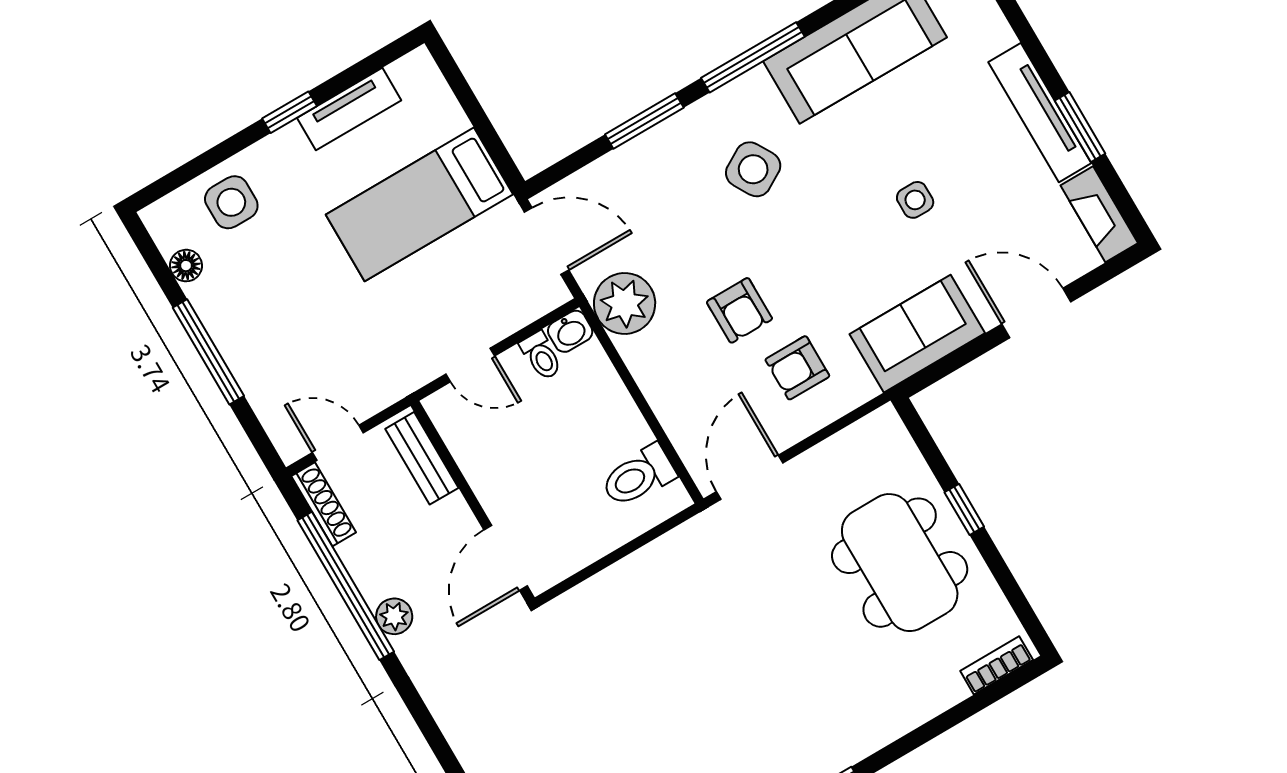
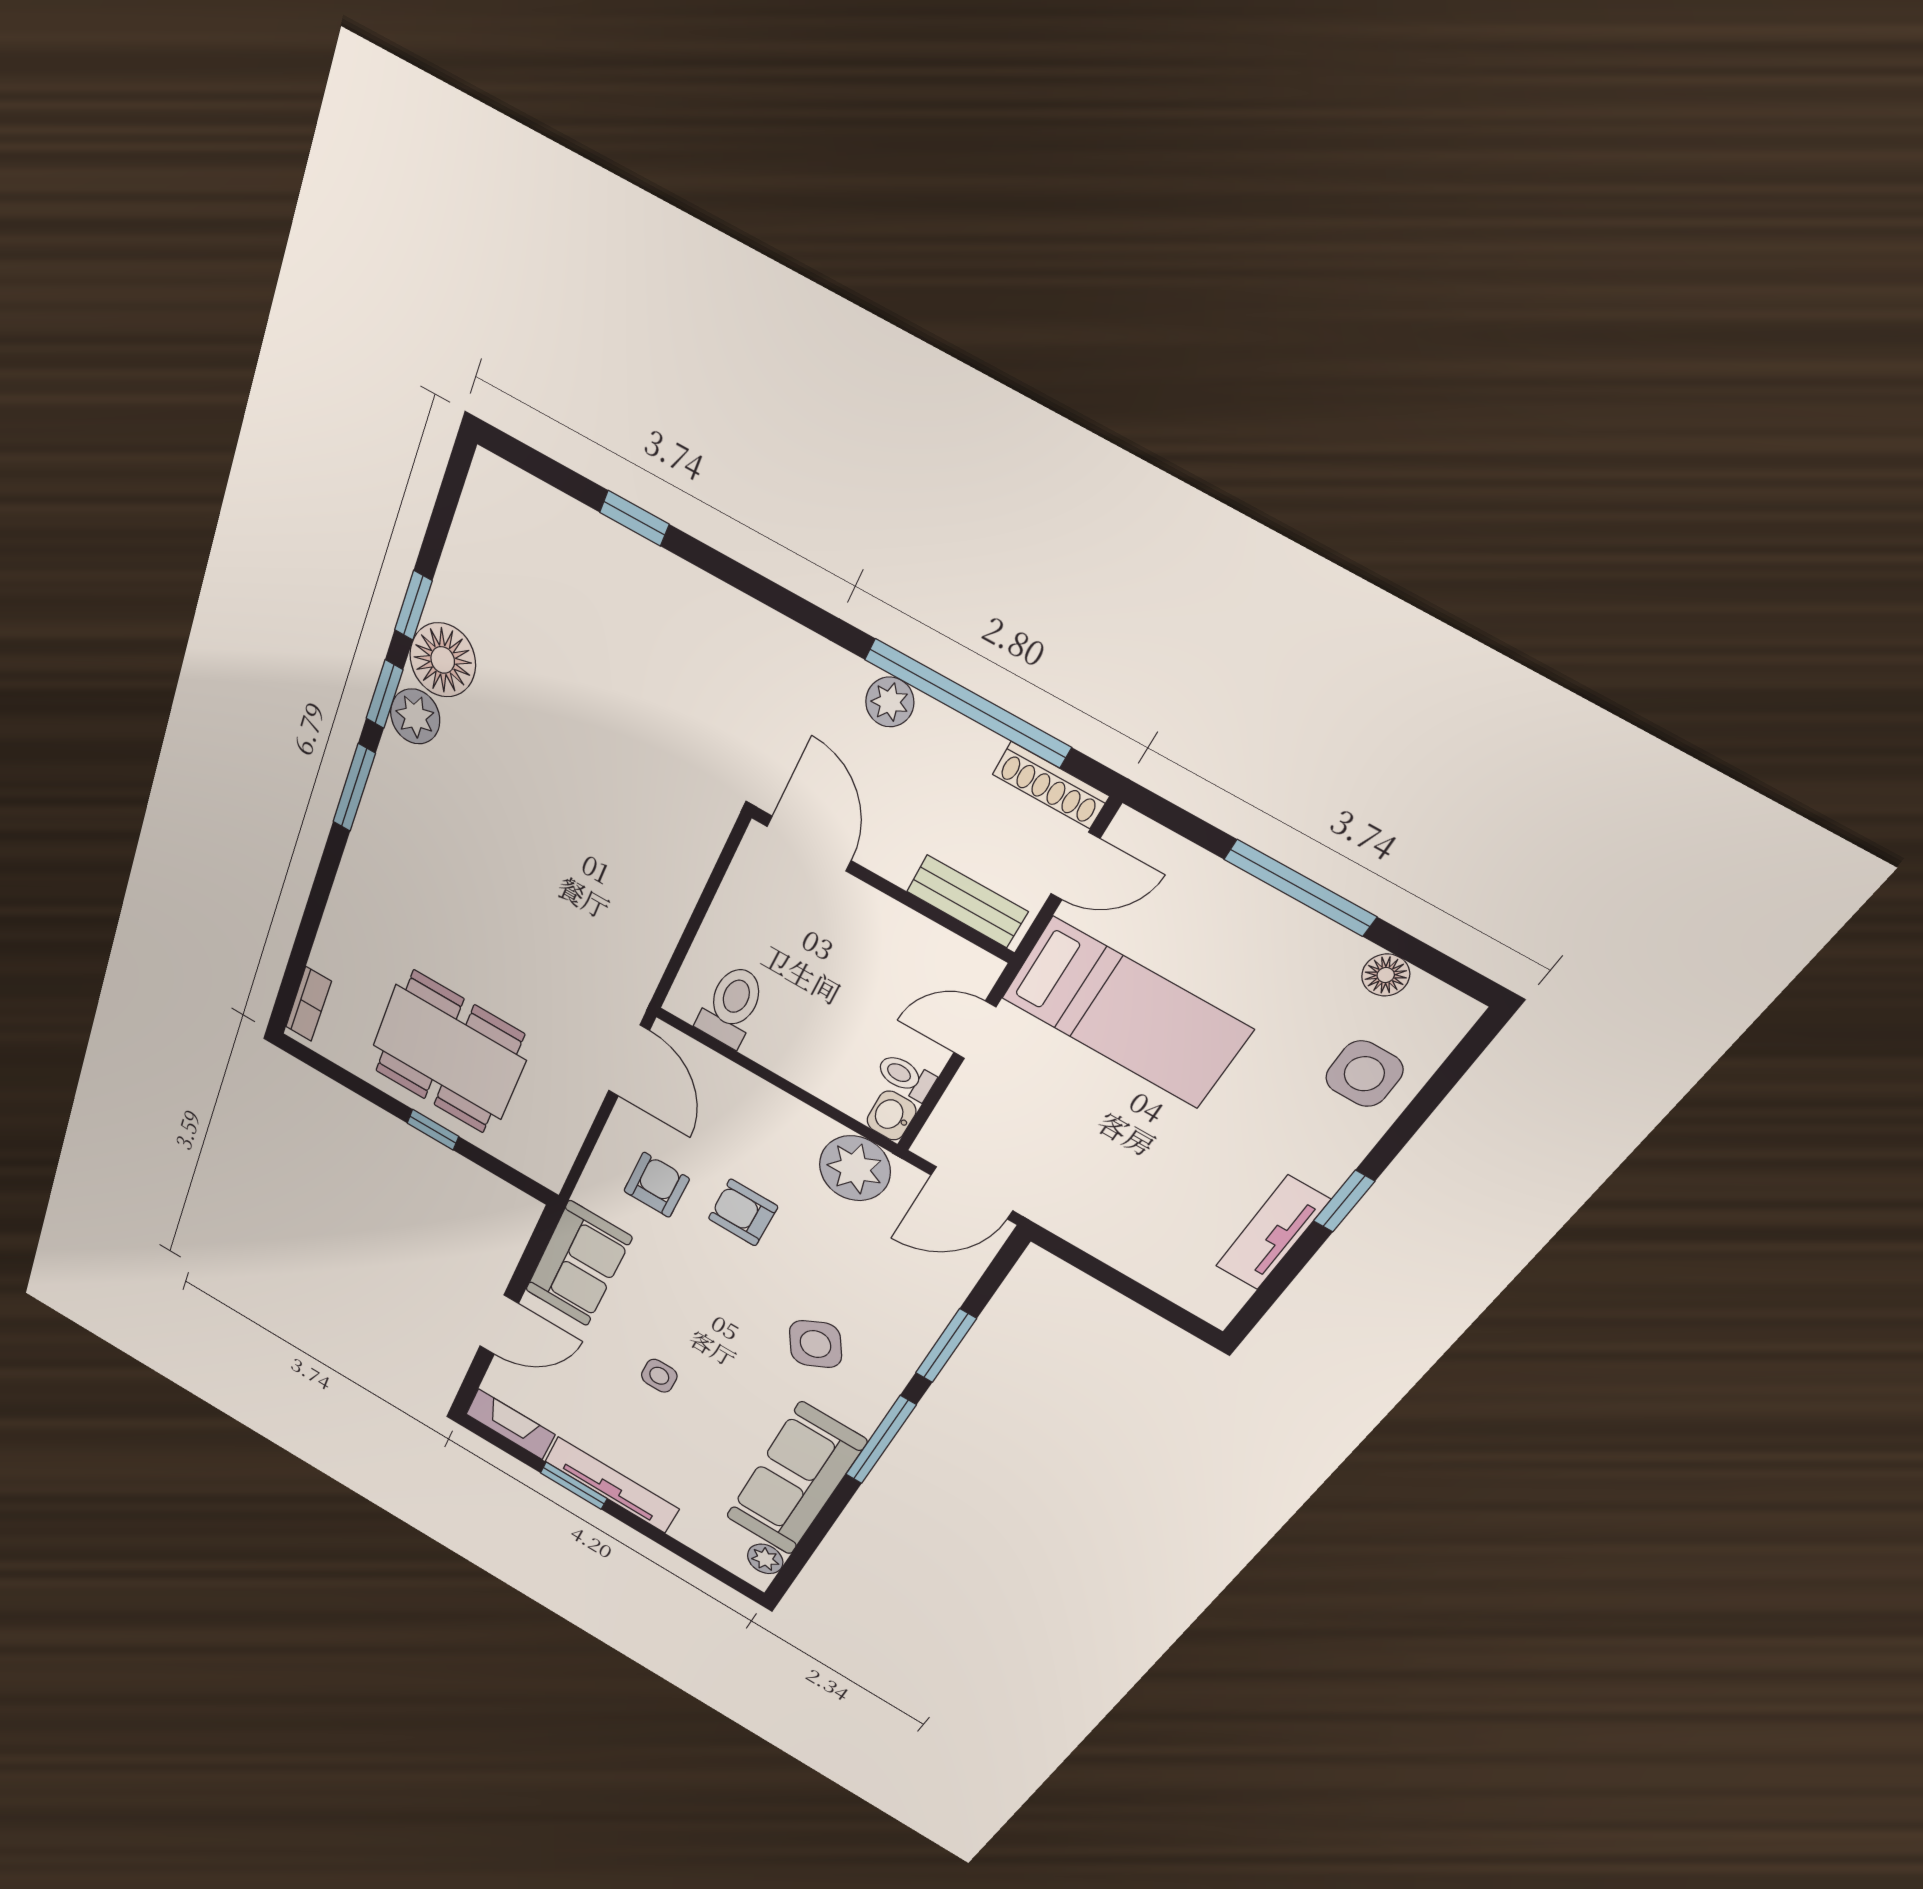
bed: (419, 204) -> (1126, 1013), moved, turned 90

